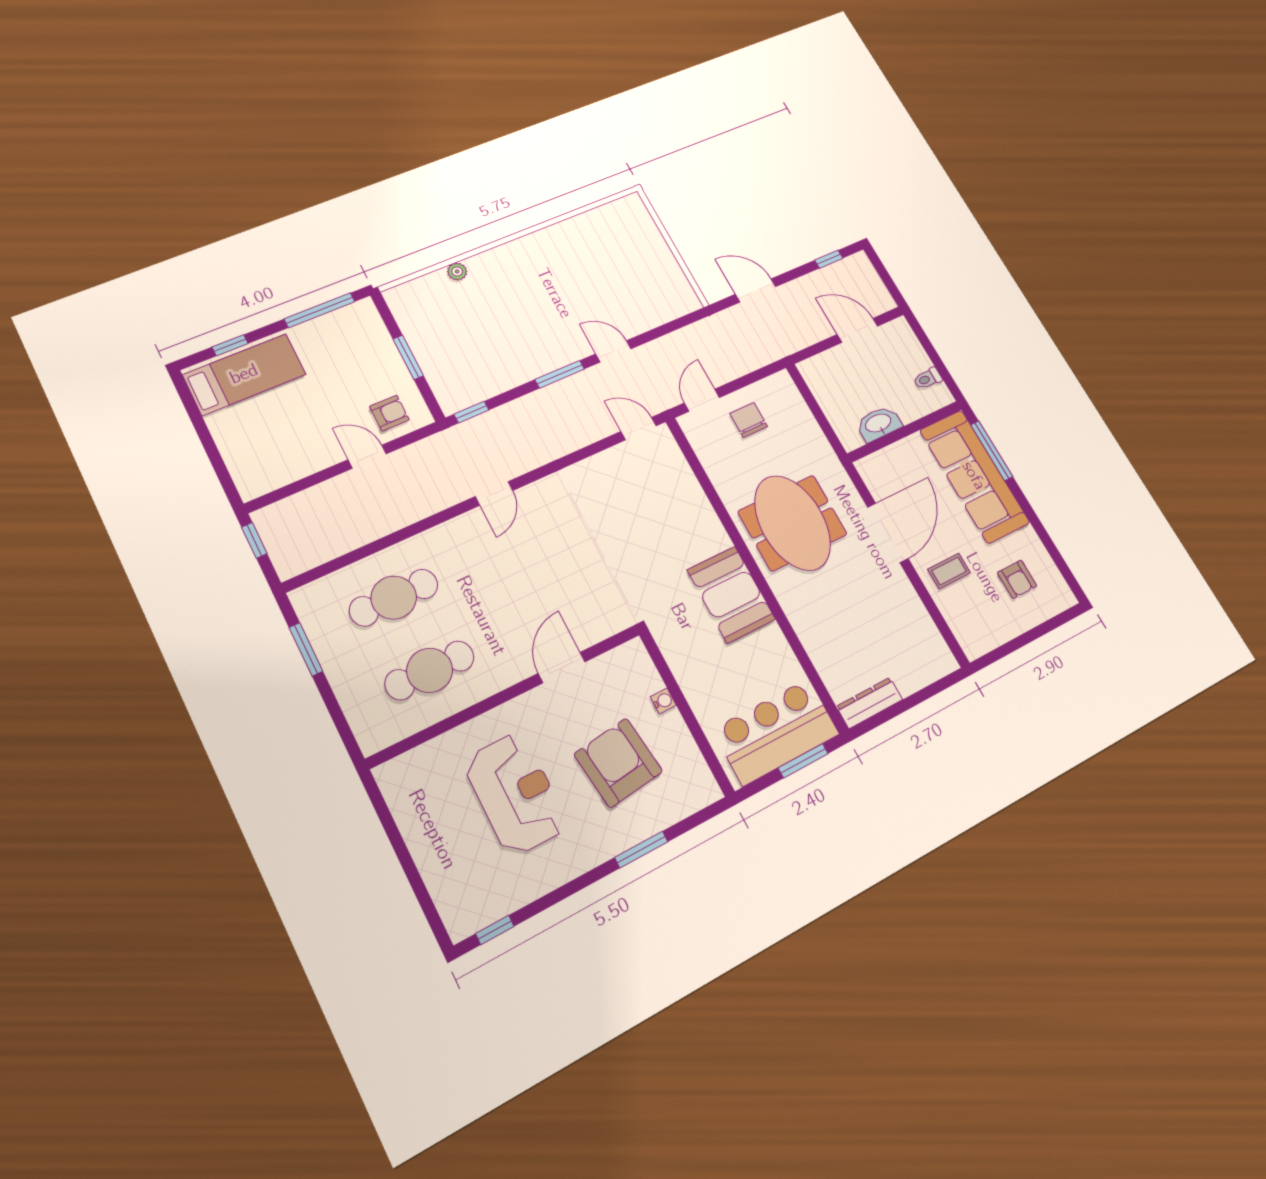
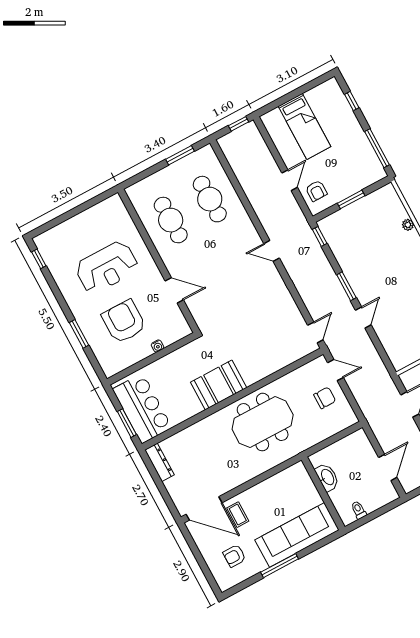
bed: (244, 374) -> (304, 126), moved
window: (992, 451) -> (280, 566), moved
door: (888, 533) -> (204, 508), moved
armchair: (618, 763) -> (124, 322), turned -83

